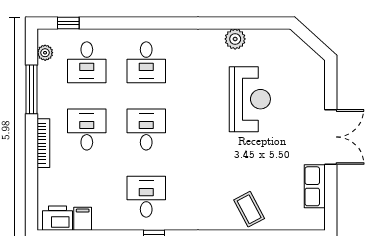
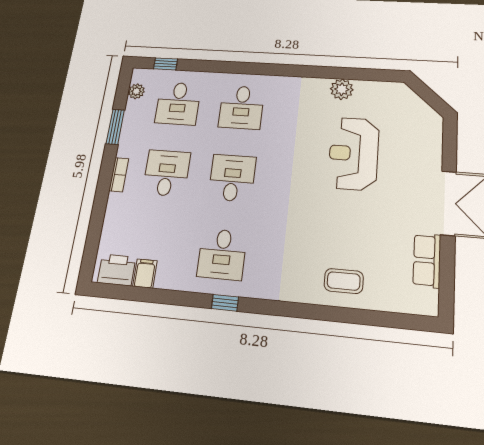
window: (32, 89) -> (115, 127), width x0.69
reception desk: (250, 99) -> (354, 153), turned 180
bookcase: (43, 143) -> (119, 175), width x0.64
desk: (146, 197) -> (222, 254), turned 180
coffee table: (249, 209) -> (344, 281), turned -62

